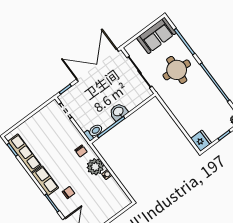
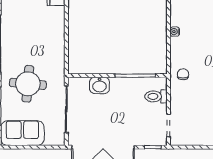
washbasin: (118, 112) -> (100, 85), moved
toilet: (94, 132) -> (156, 96), moved
plant: (95, 167) -> (180, 48), removed

